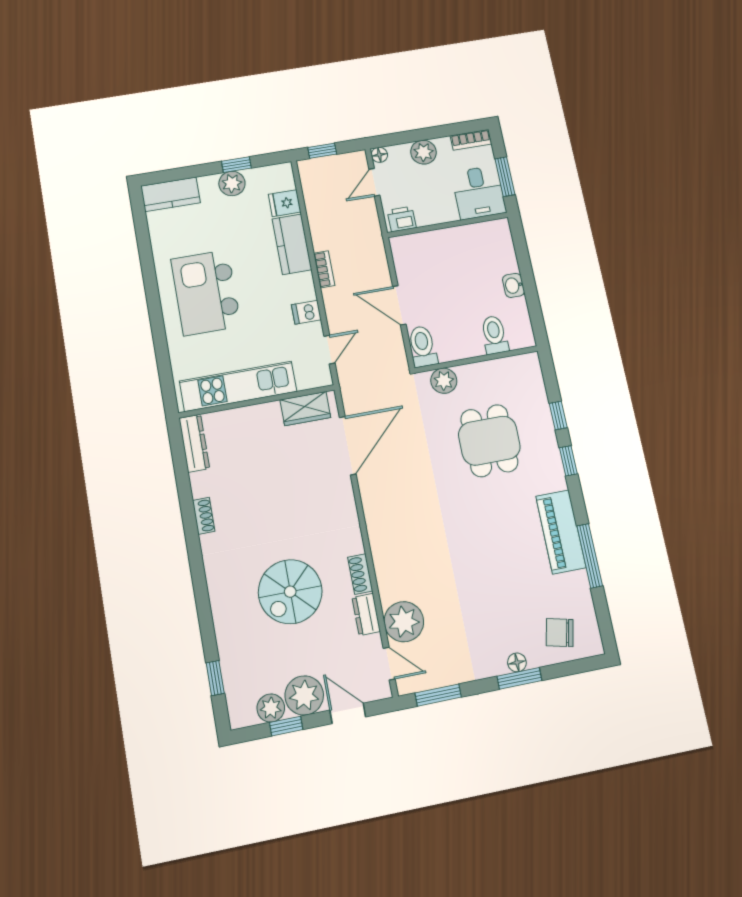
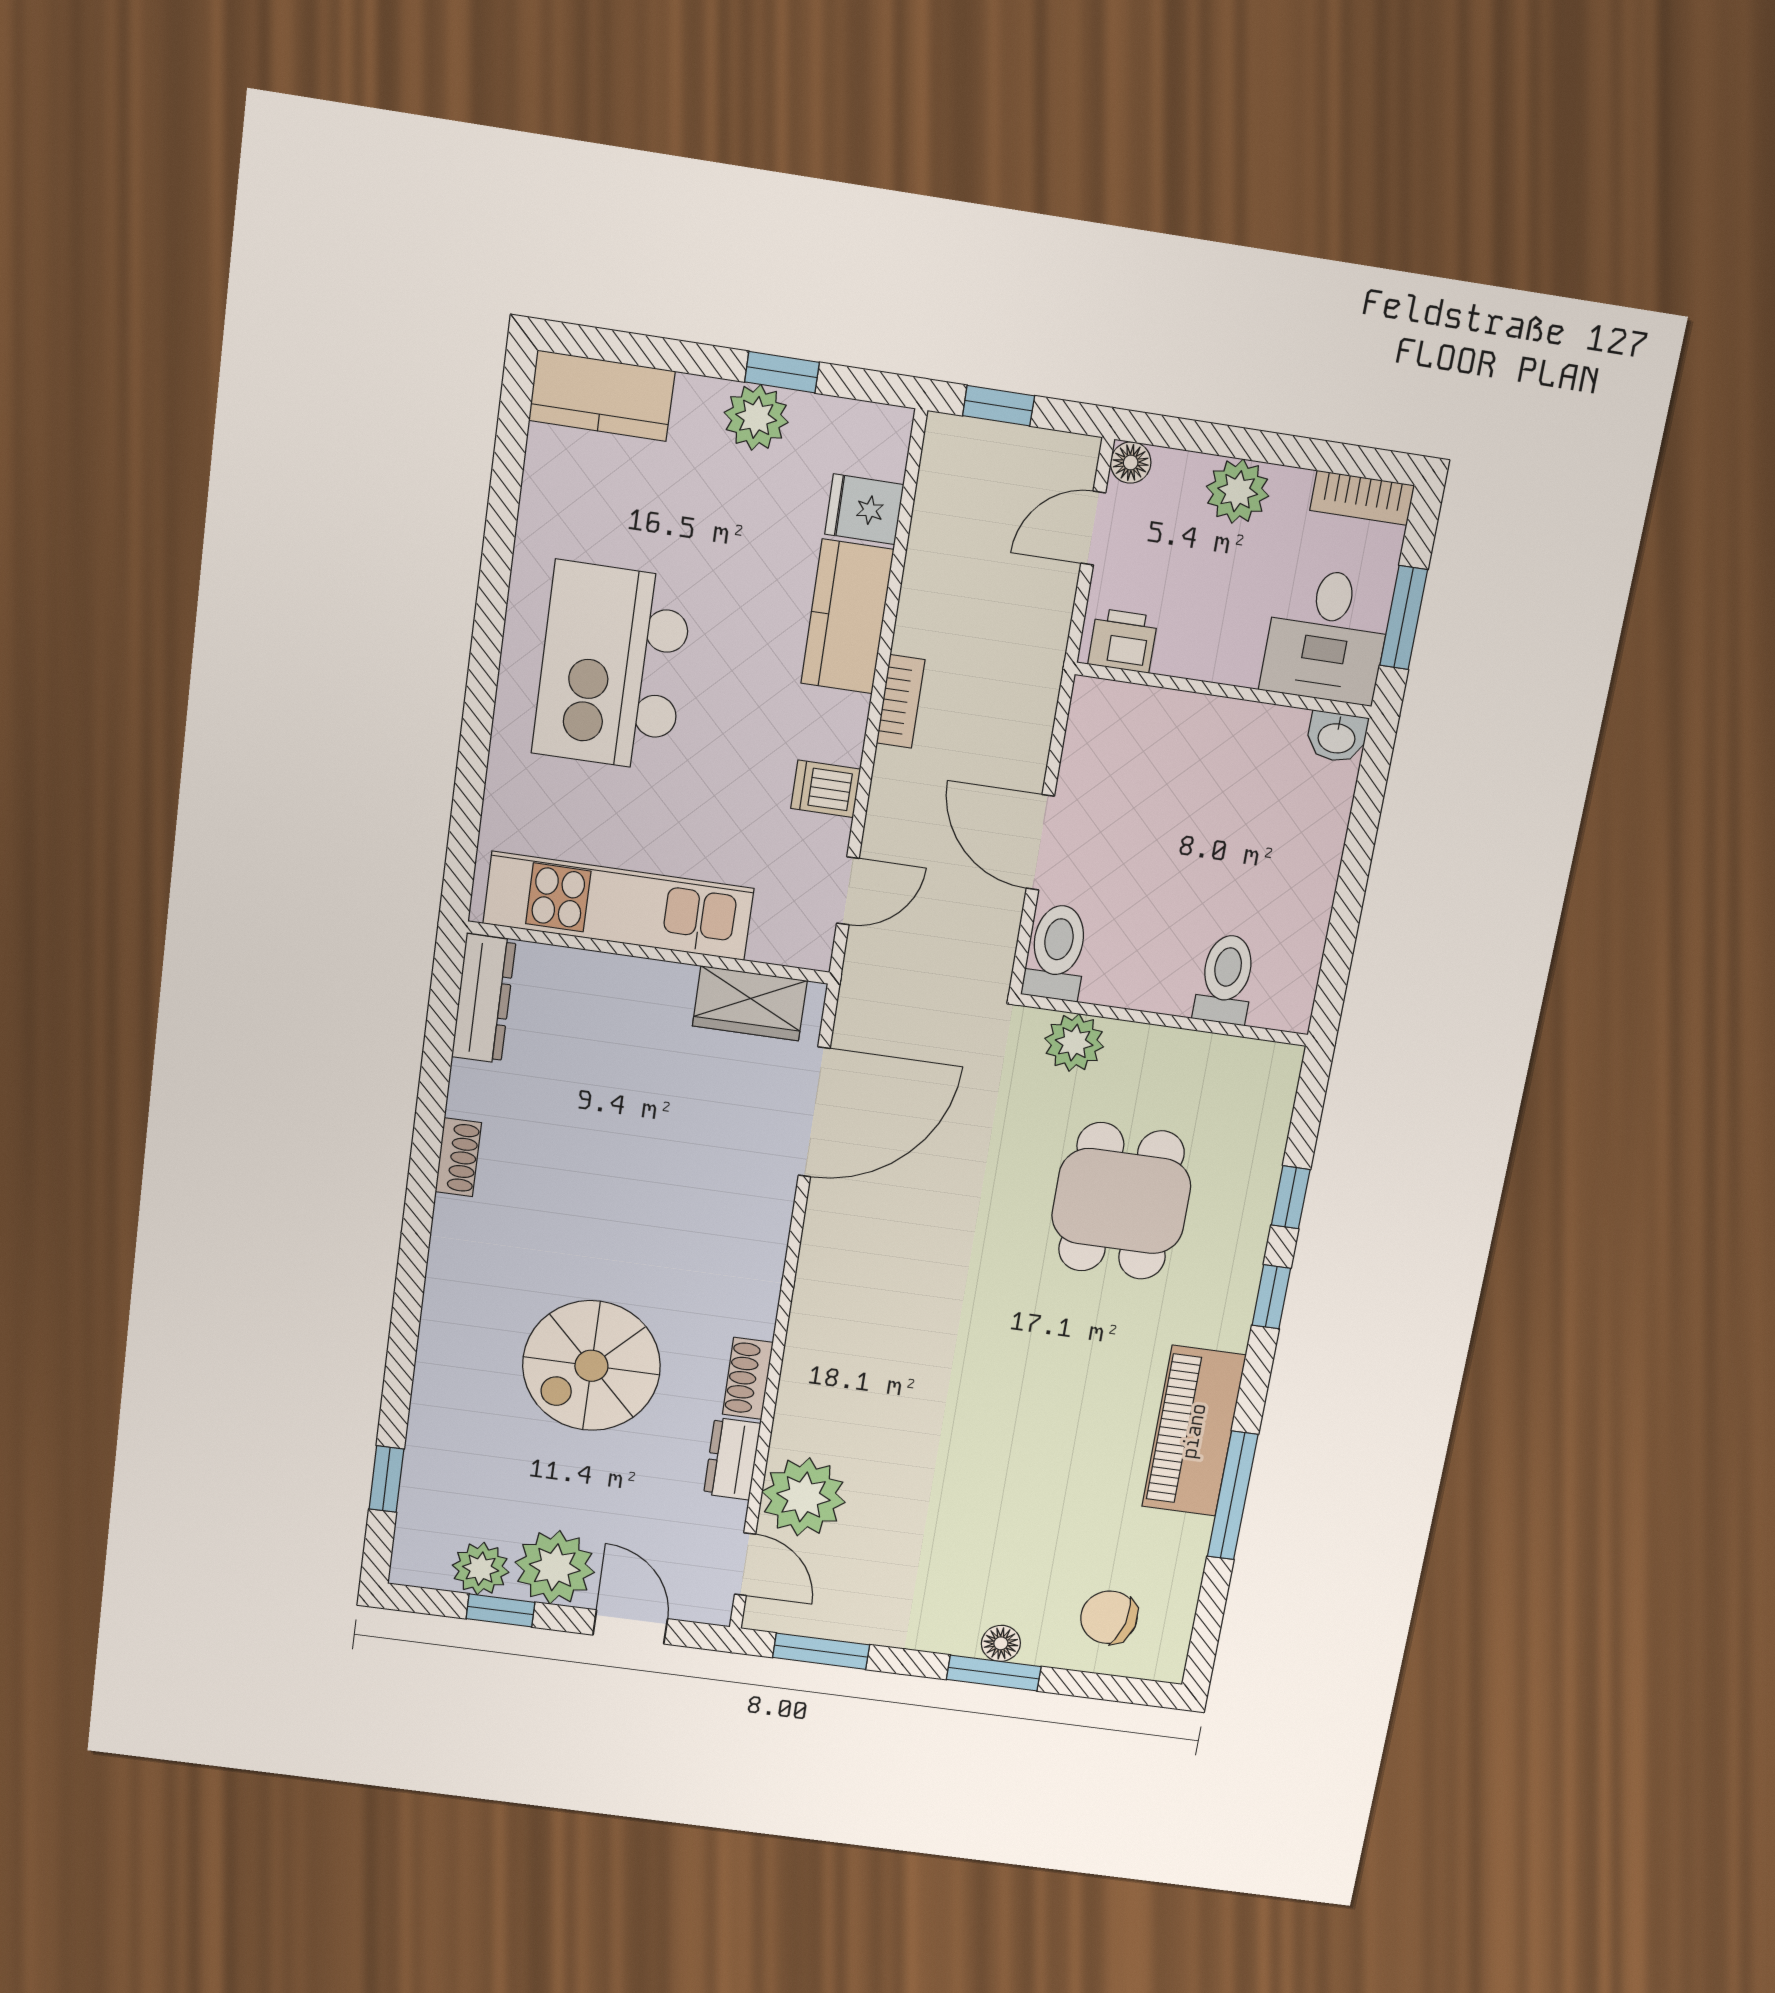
washbasin: (513, 285) -> (1337, 737), moved, turned -90

